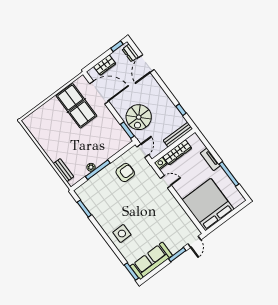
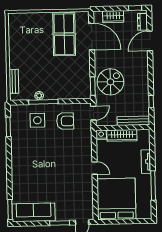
spiral stairs: (139, 117) -> (110, 82), turned 180
door: (166, 182) -> (95, 168), moved
side table: (122, 234) -> (37, 120), moved

